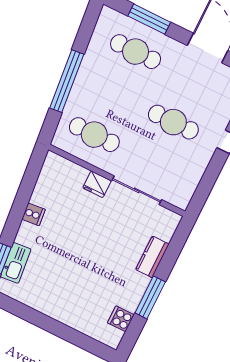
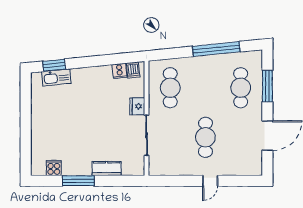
window: (67, 81) -> (216, 49), moved
dishwasher: (52, 168) -> (133, 70), added
cooker: (33, 214) -> (119, 71), moved

